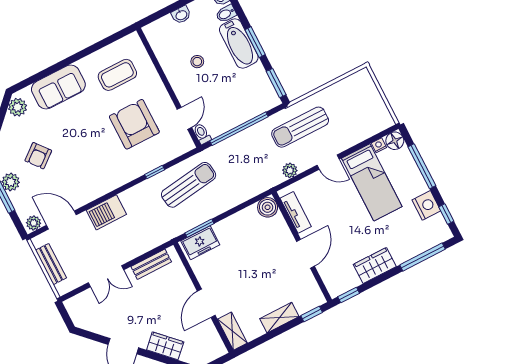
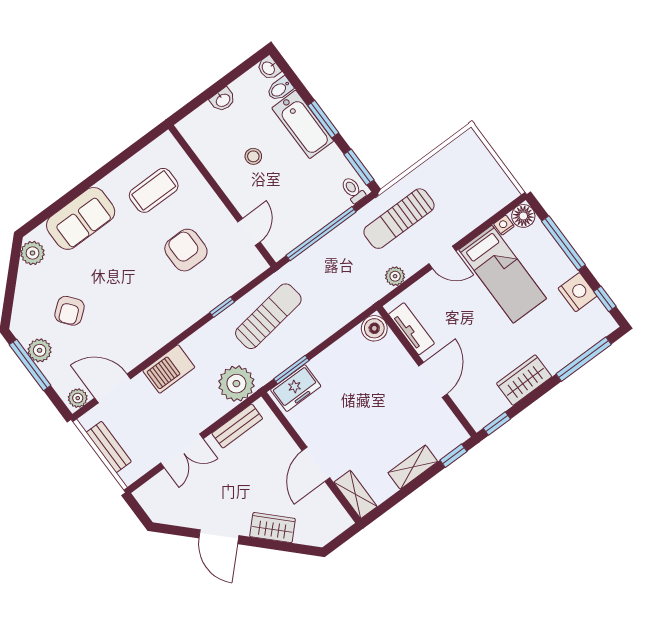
armchair: (134, 124) -> (186, 250), width x0.73, depth x0.73
toilet: (202, 134) -> (353, 190), moved
plant: (156, 232) -> (236, 384), added

